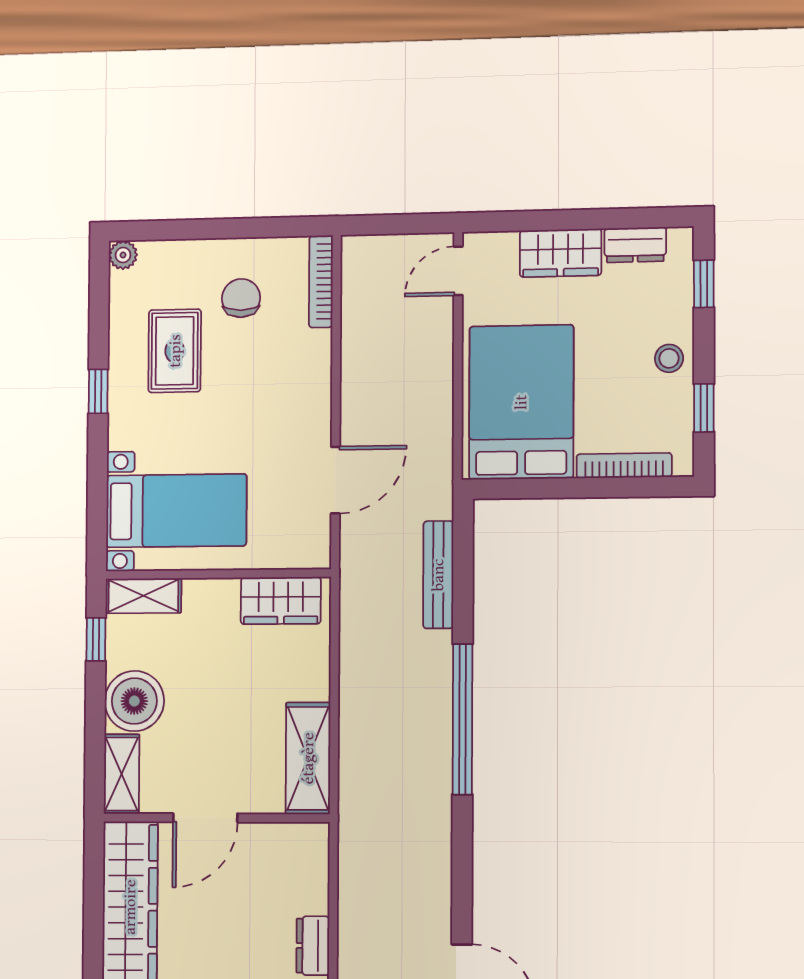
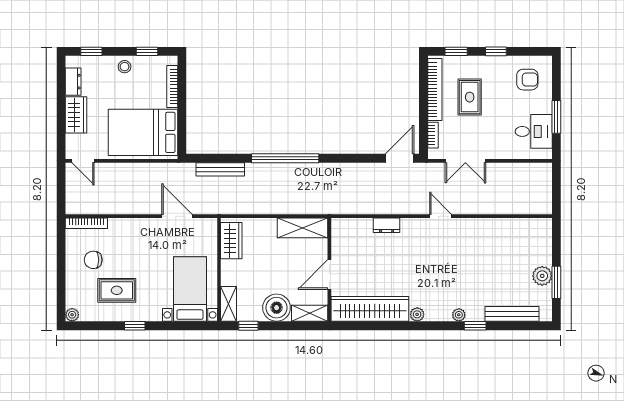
door: (205, 818) -> (329, 275), swing flipped

